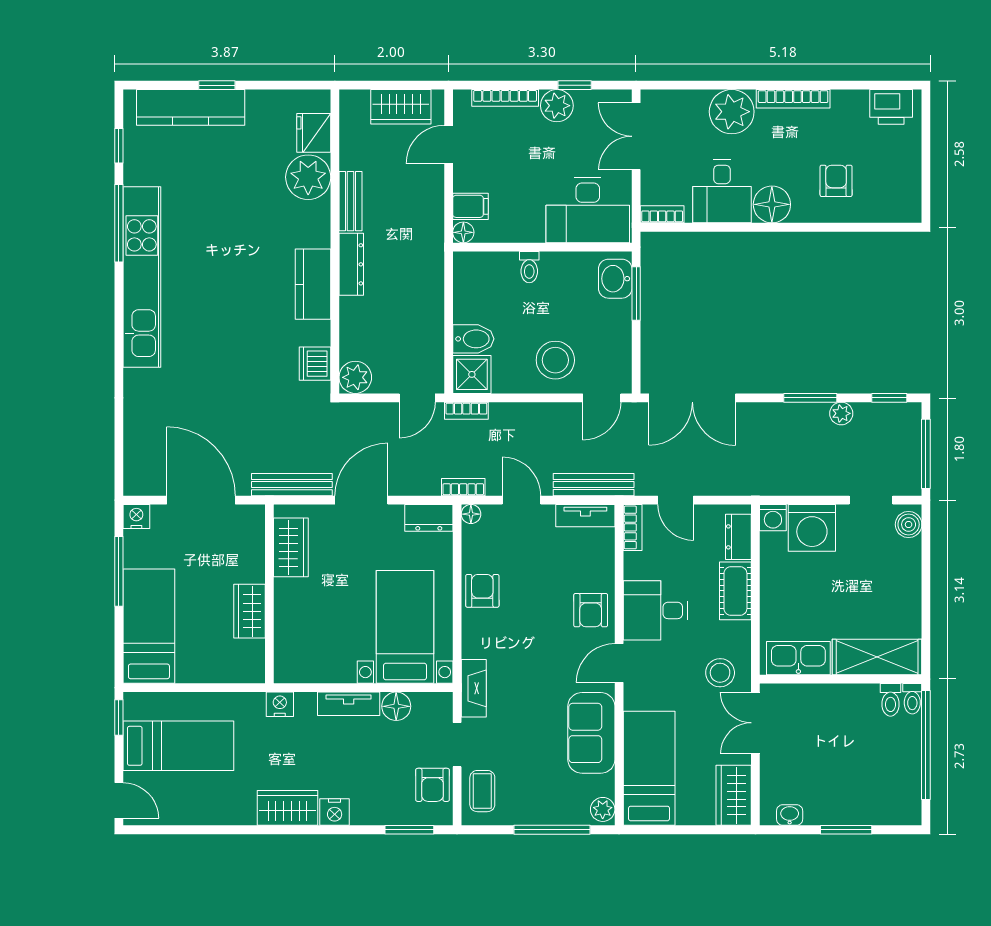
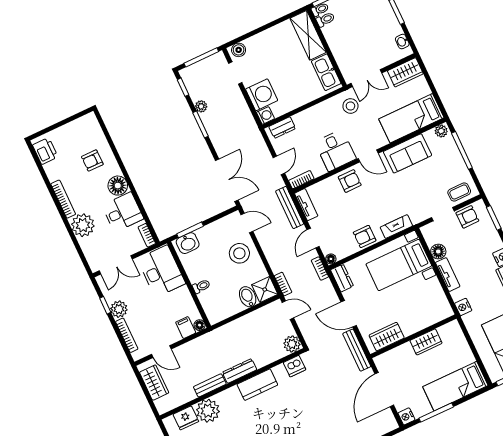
cot: (735, 591) -> (308, 117), removed
fireplace: (474, 688) -> (396, 227), moved

